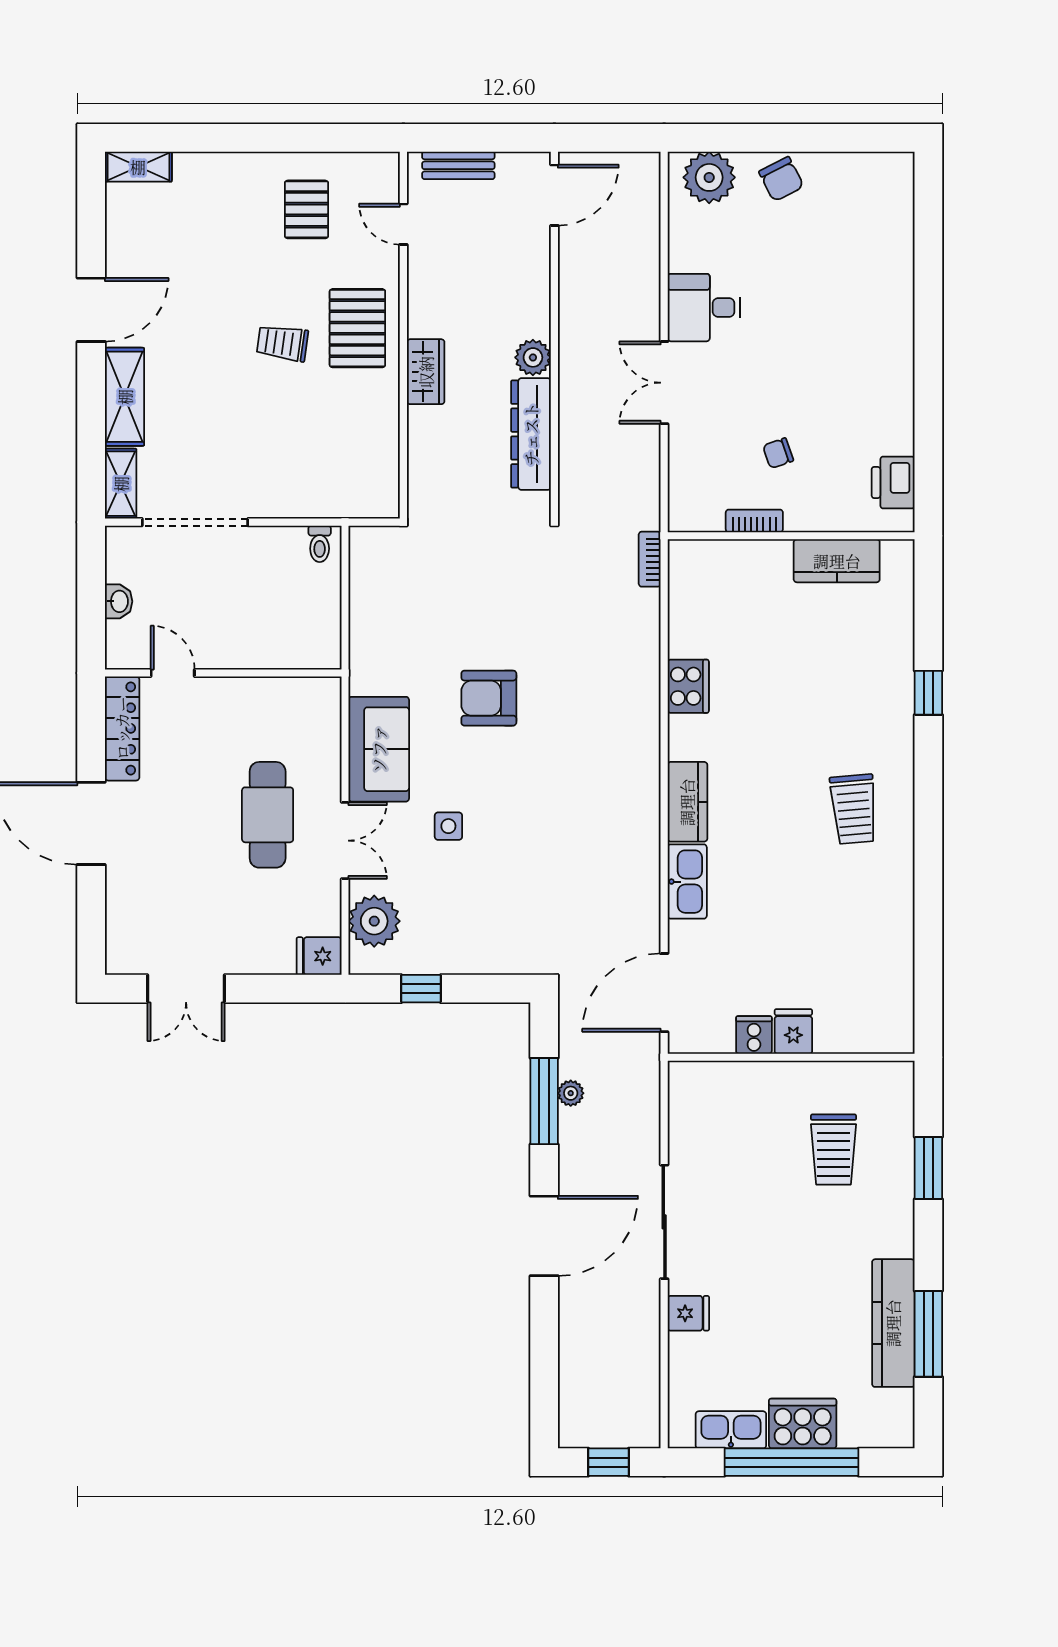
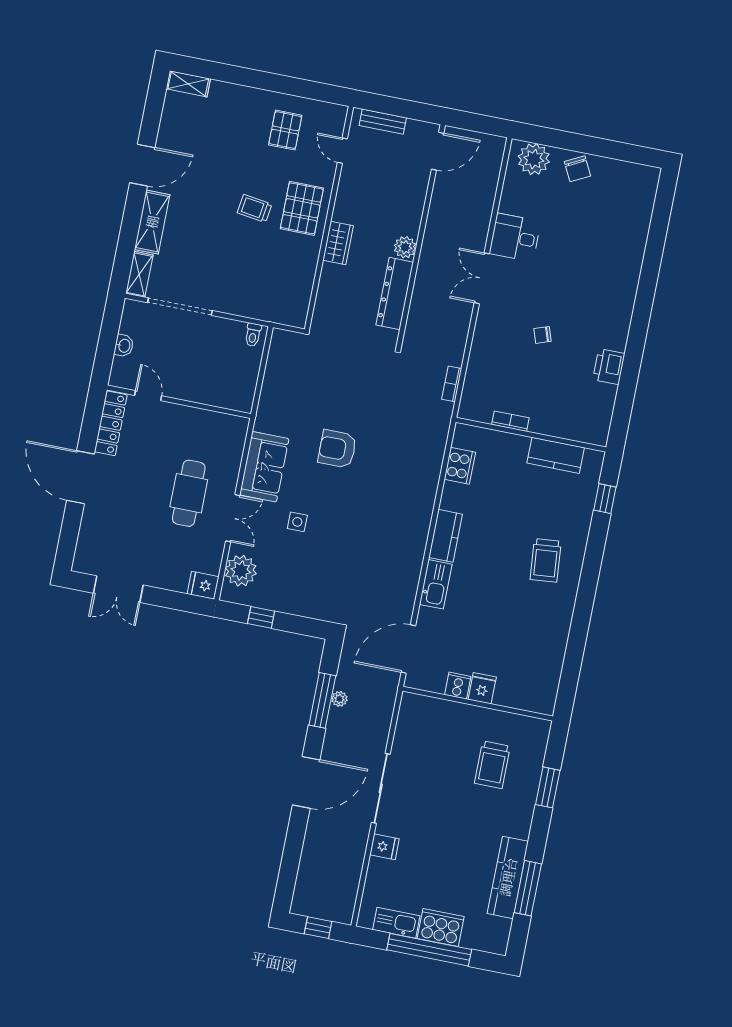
bookcase: (754, 521) -> (510, 421), moved
wall: (791, 536) -> (531, 435), moved
kitchen counter: (837, 561) -> (556, 455), moved

